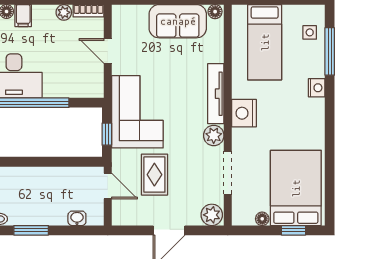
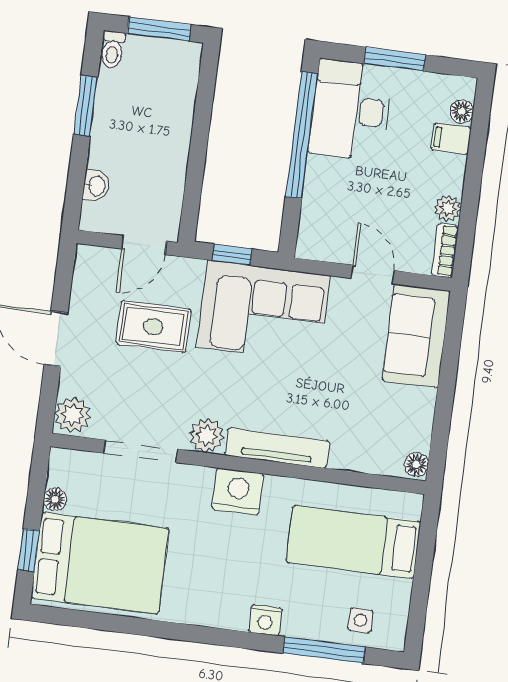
sofa: (178, 21) -> (416, 336), moved
door: (108, 51) -> (373, 274), hinge flipped

